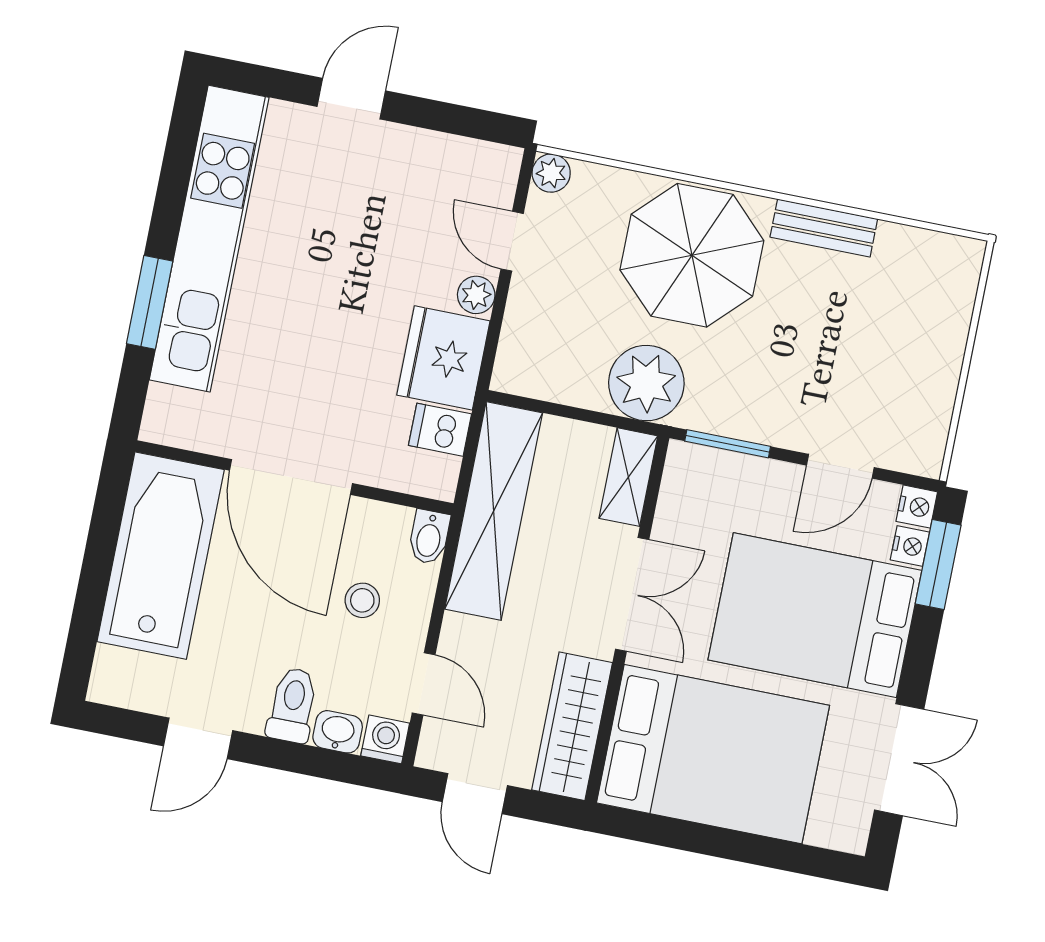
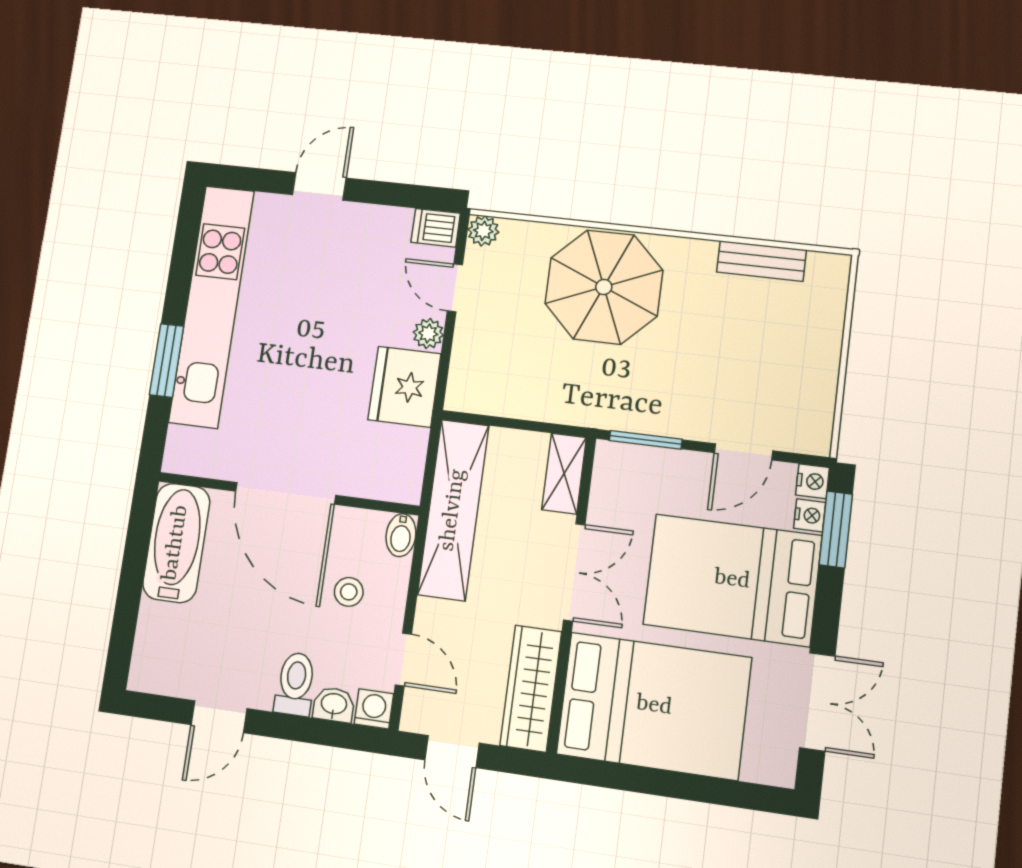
bench: (824, 228) -> (761, 261), moved
plant: (646, 383) -> (574, 394), removed
dishwasher: (440, 430) -> (436, 228), moved
bathtub: (161, 556) -> (176, 543), width x0.73, depth x0.73

